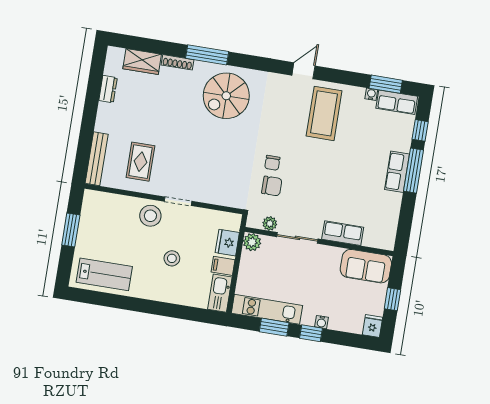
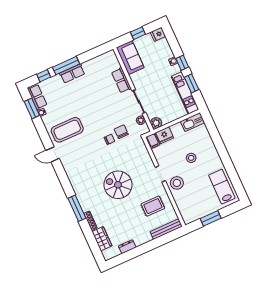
spiral stairs: (226, 96) -> (118, 185), moved, turned 180
filing cabinet: (223, 266) -> (153, 141), moved

